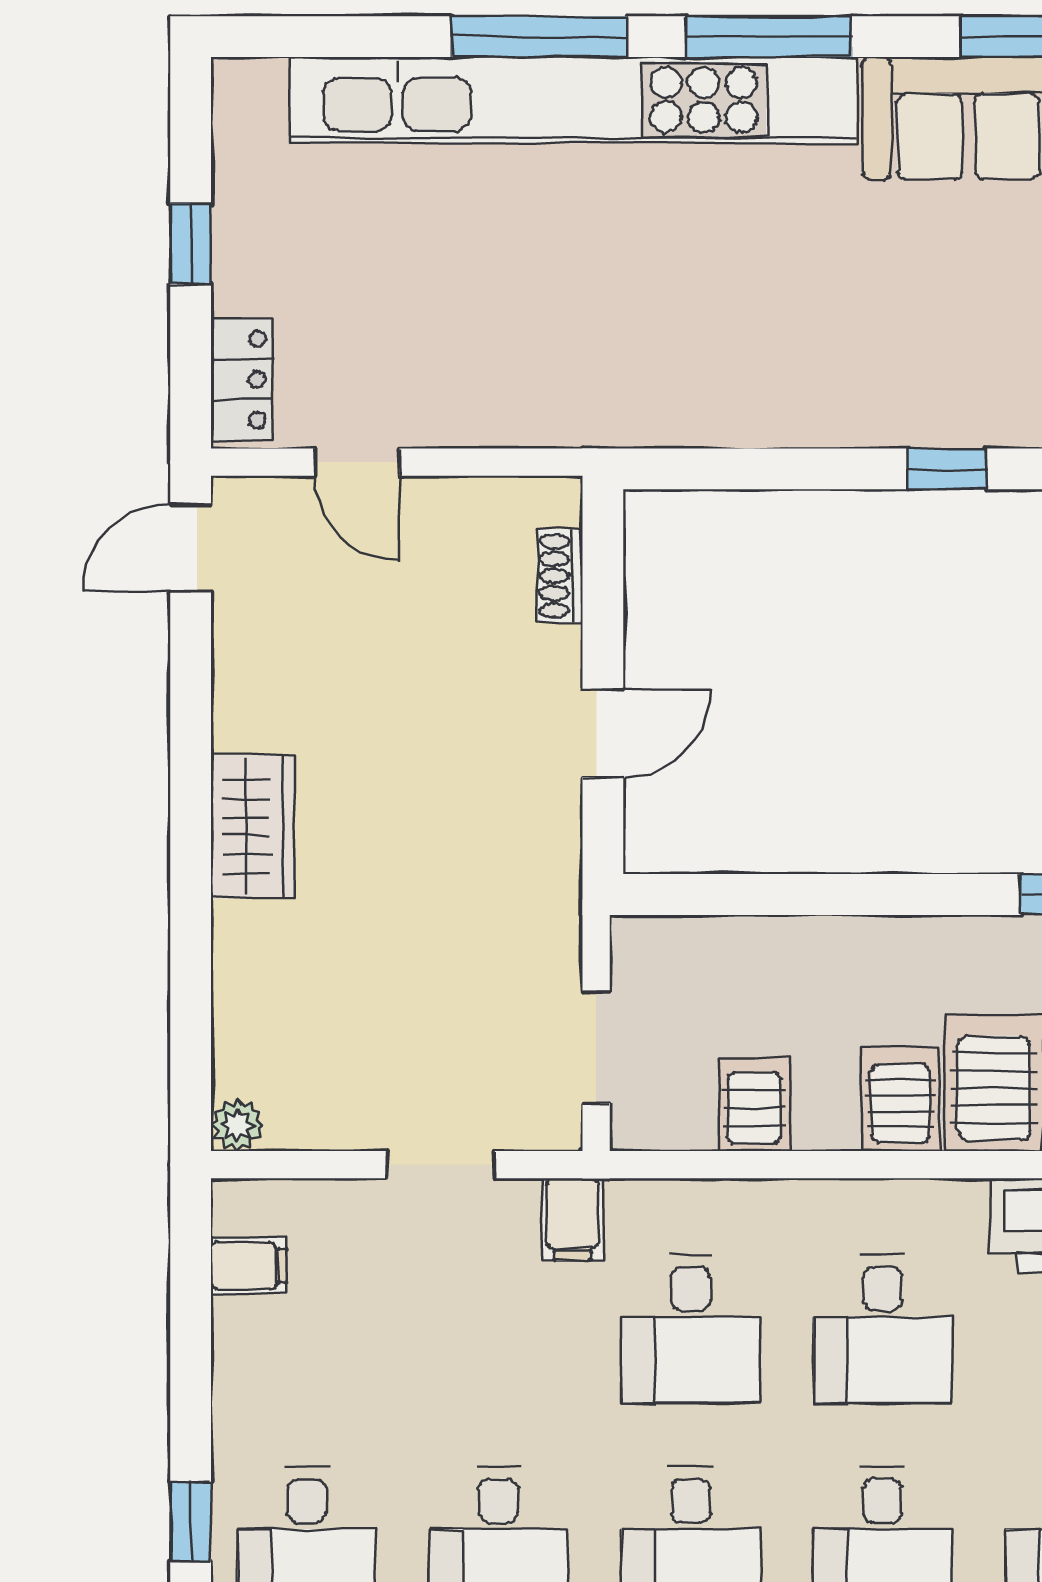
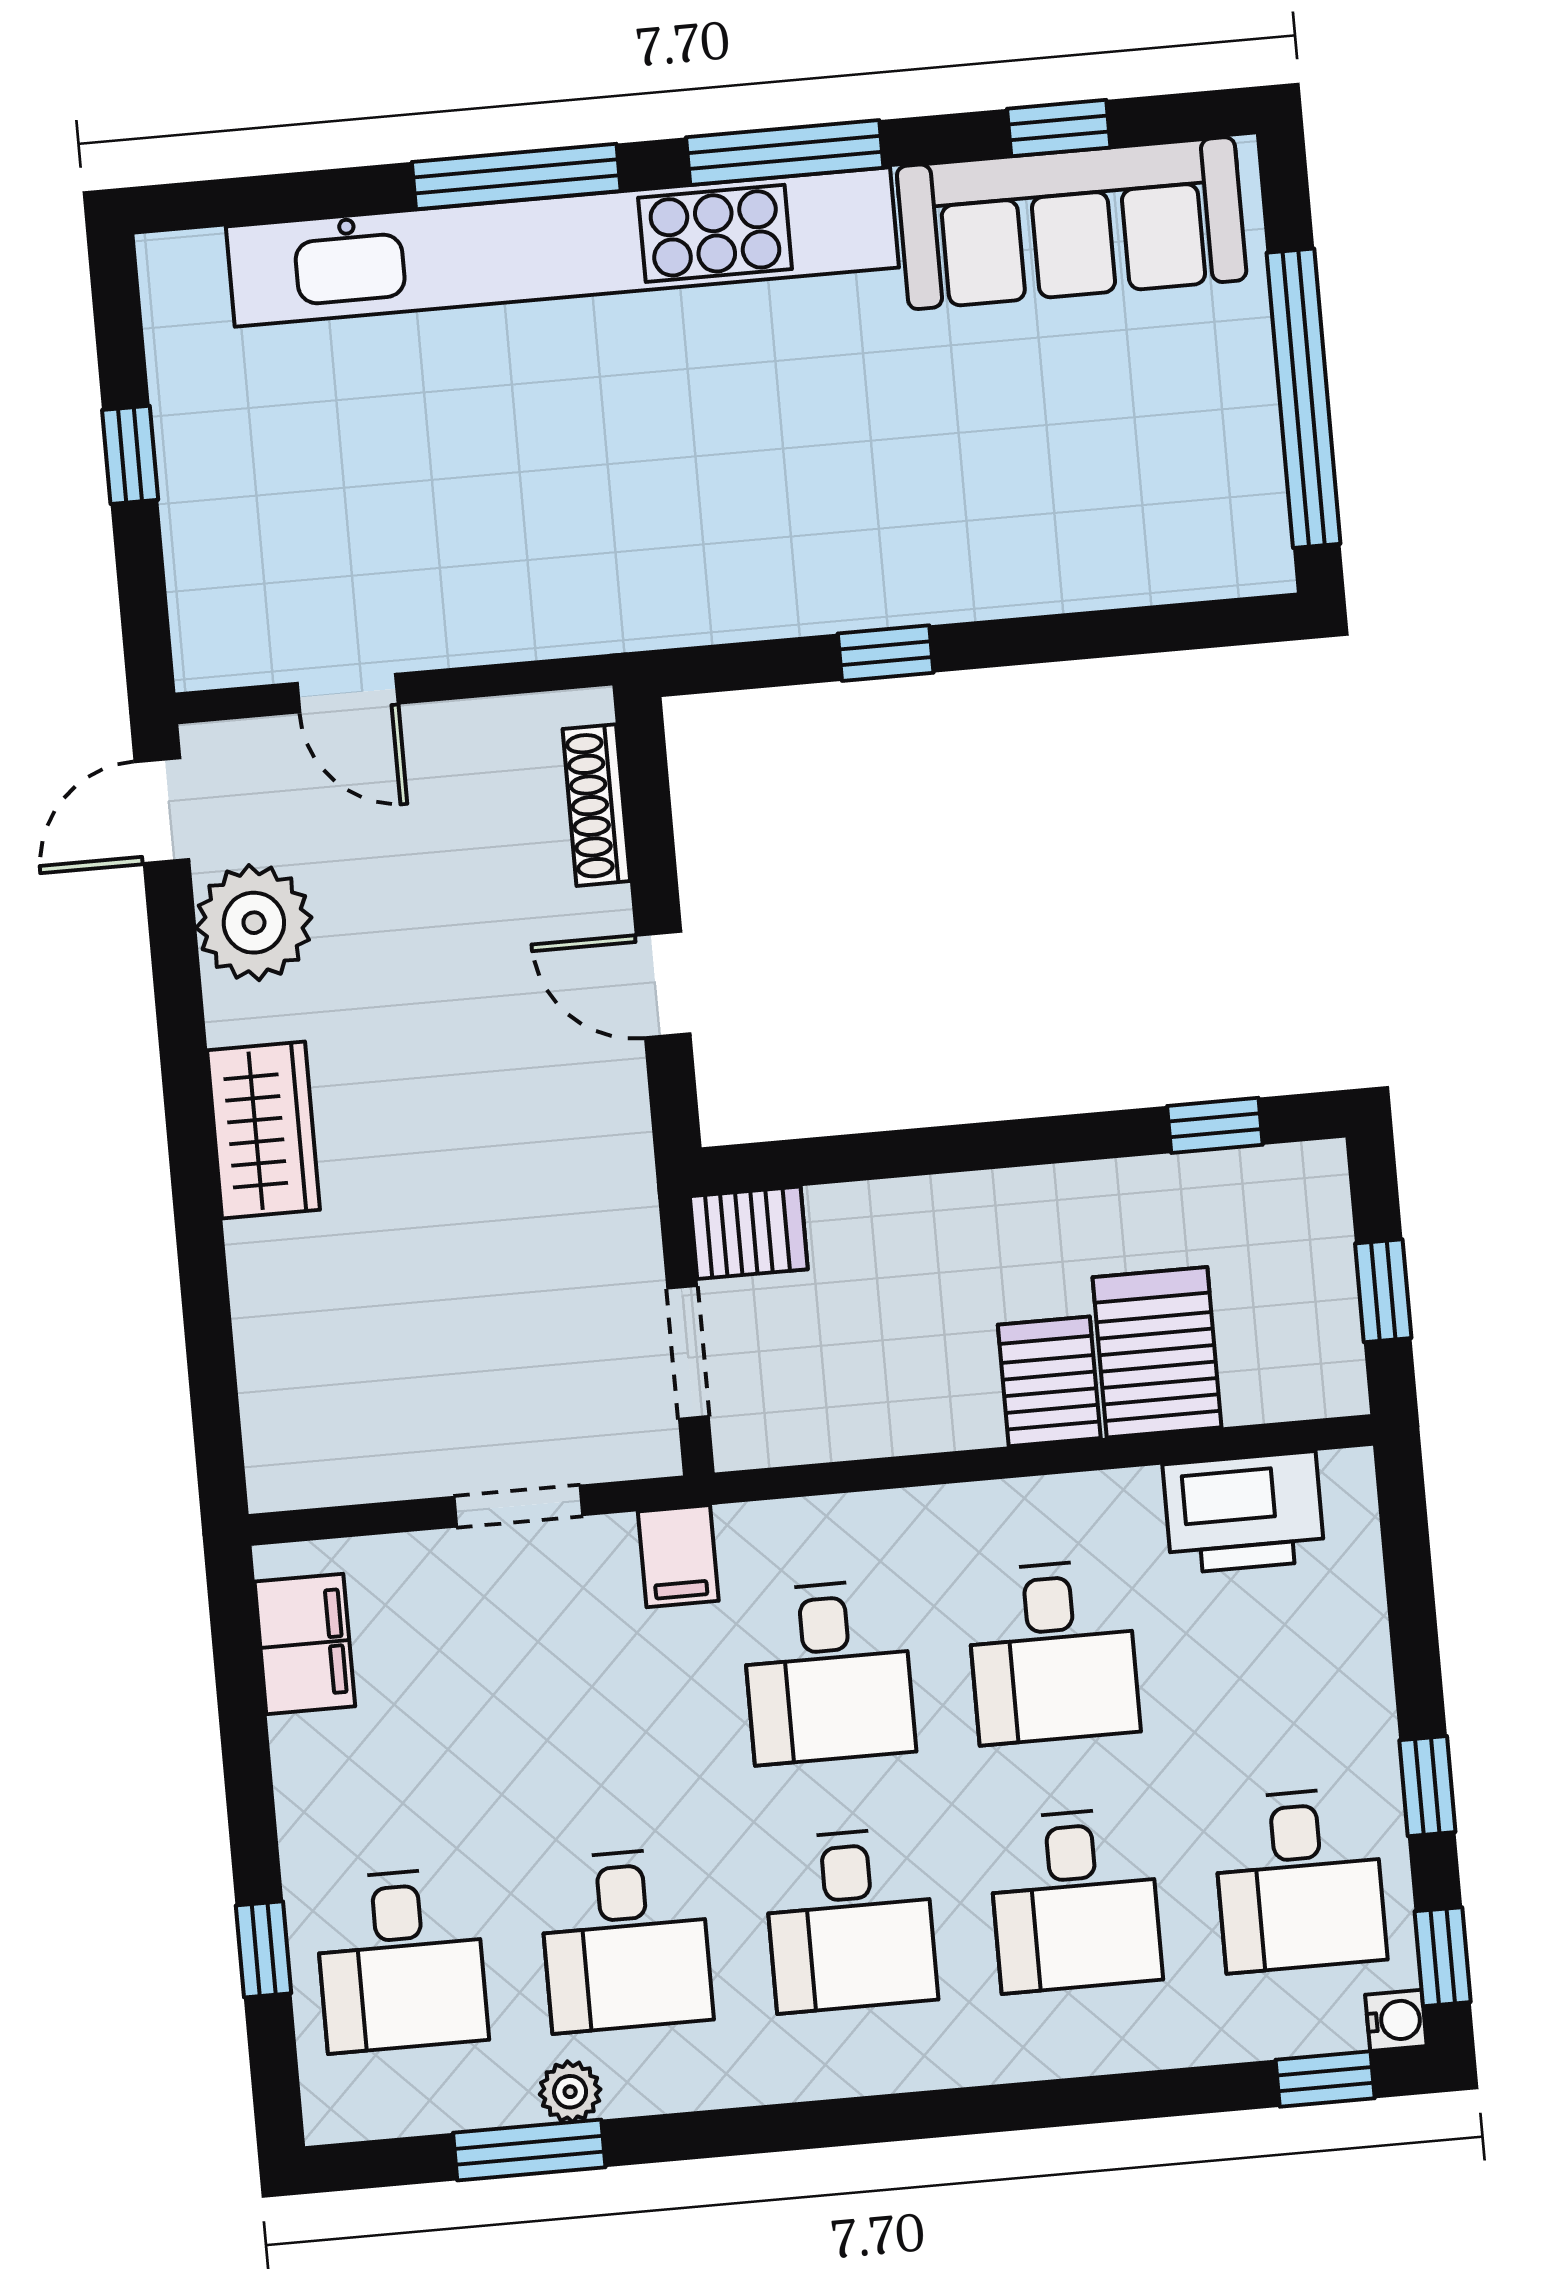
locker: (242, 380) -> (204, 609), removed
window: (947, 469) -> (886, 653), moved
shoe rack: (560, 576) -> (596, 805), width x1.43
door: (603, 733) -> (663, 985), swing flipped
server rack: (754, 1104) -> (749, 1233), moved, turned 90
plant: (237, 1125) -> (254, 923), moved, width x1.88, depth x1.88
filing cabinet: (249, 1266) -> (305, 1644), width x2.00

